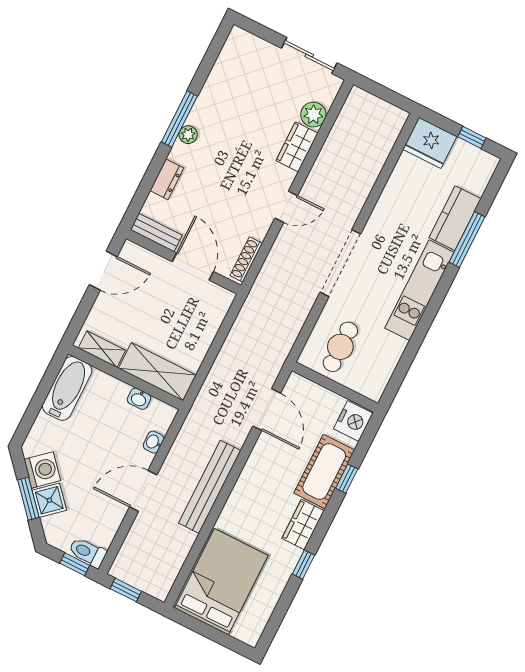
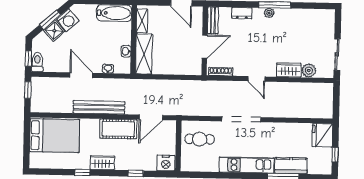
cot: (324, 472) -> (118, 129), moved

